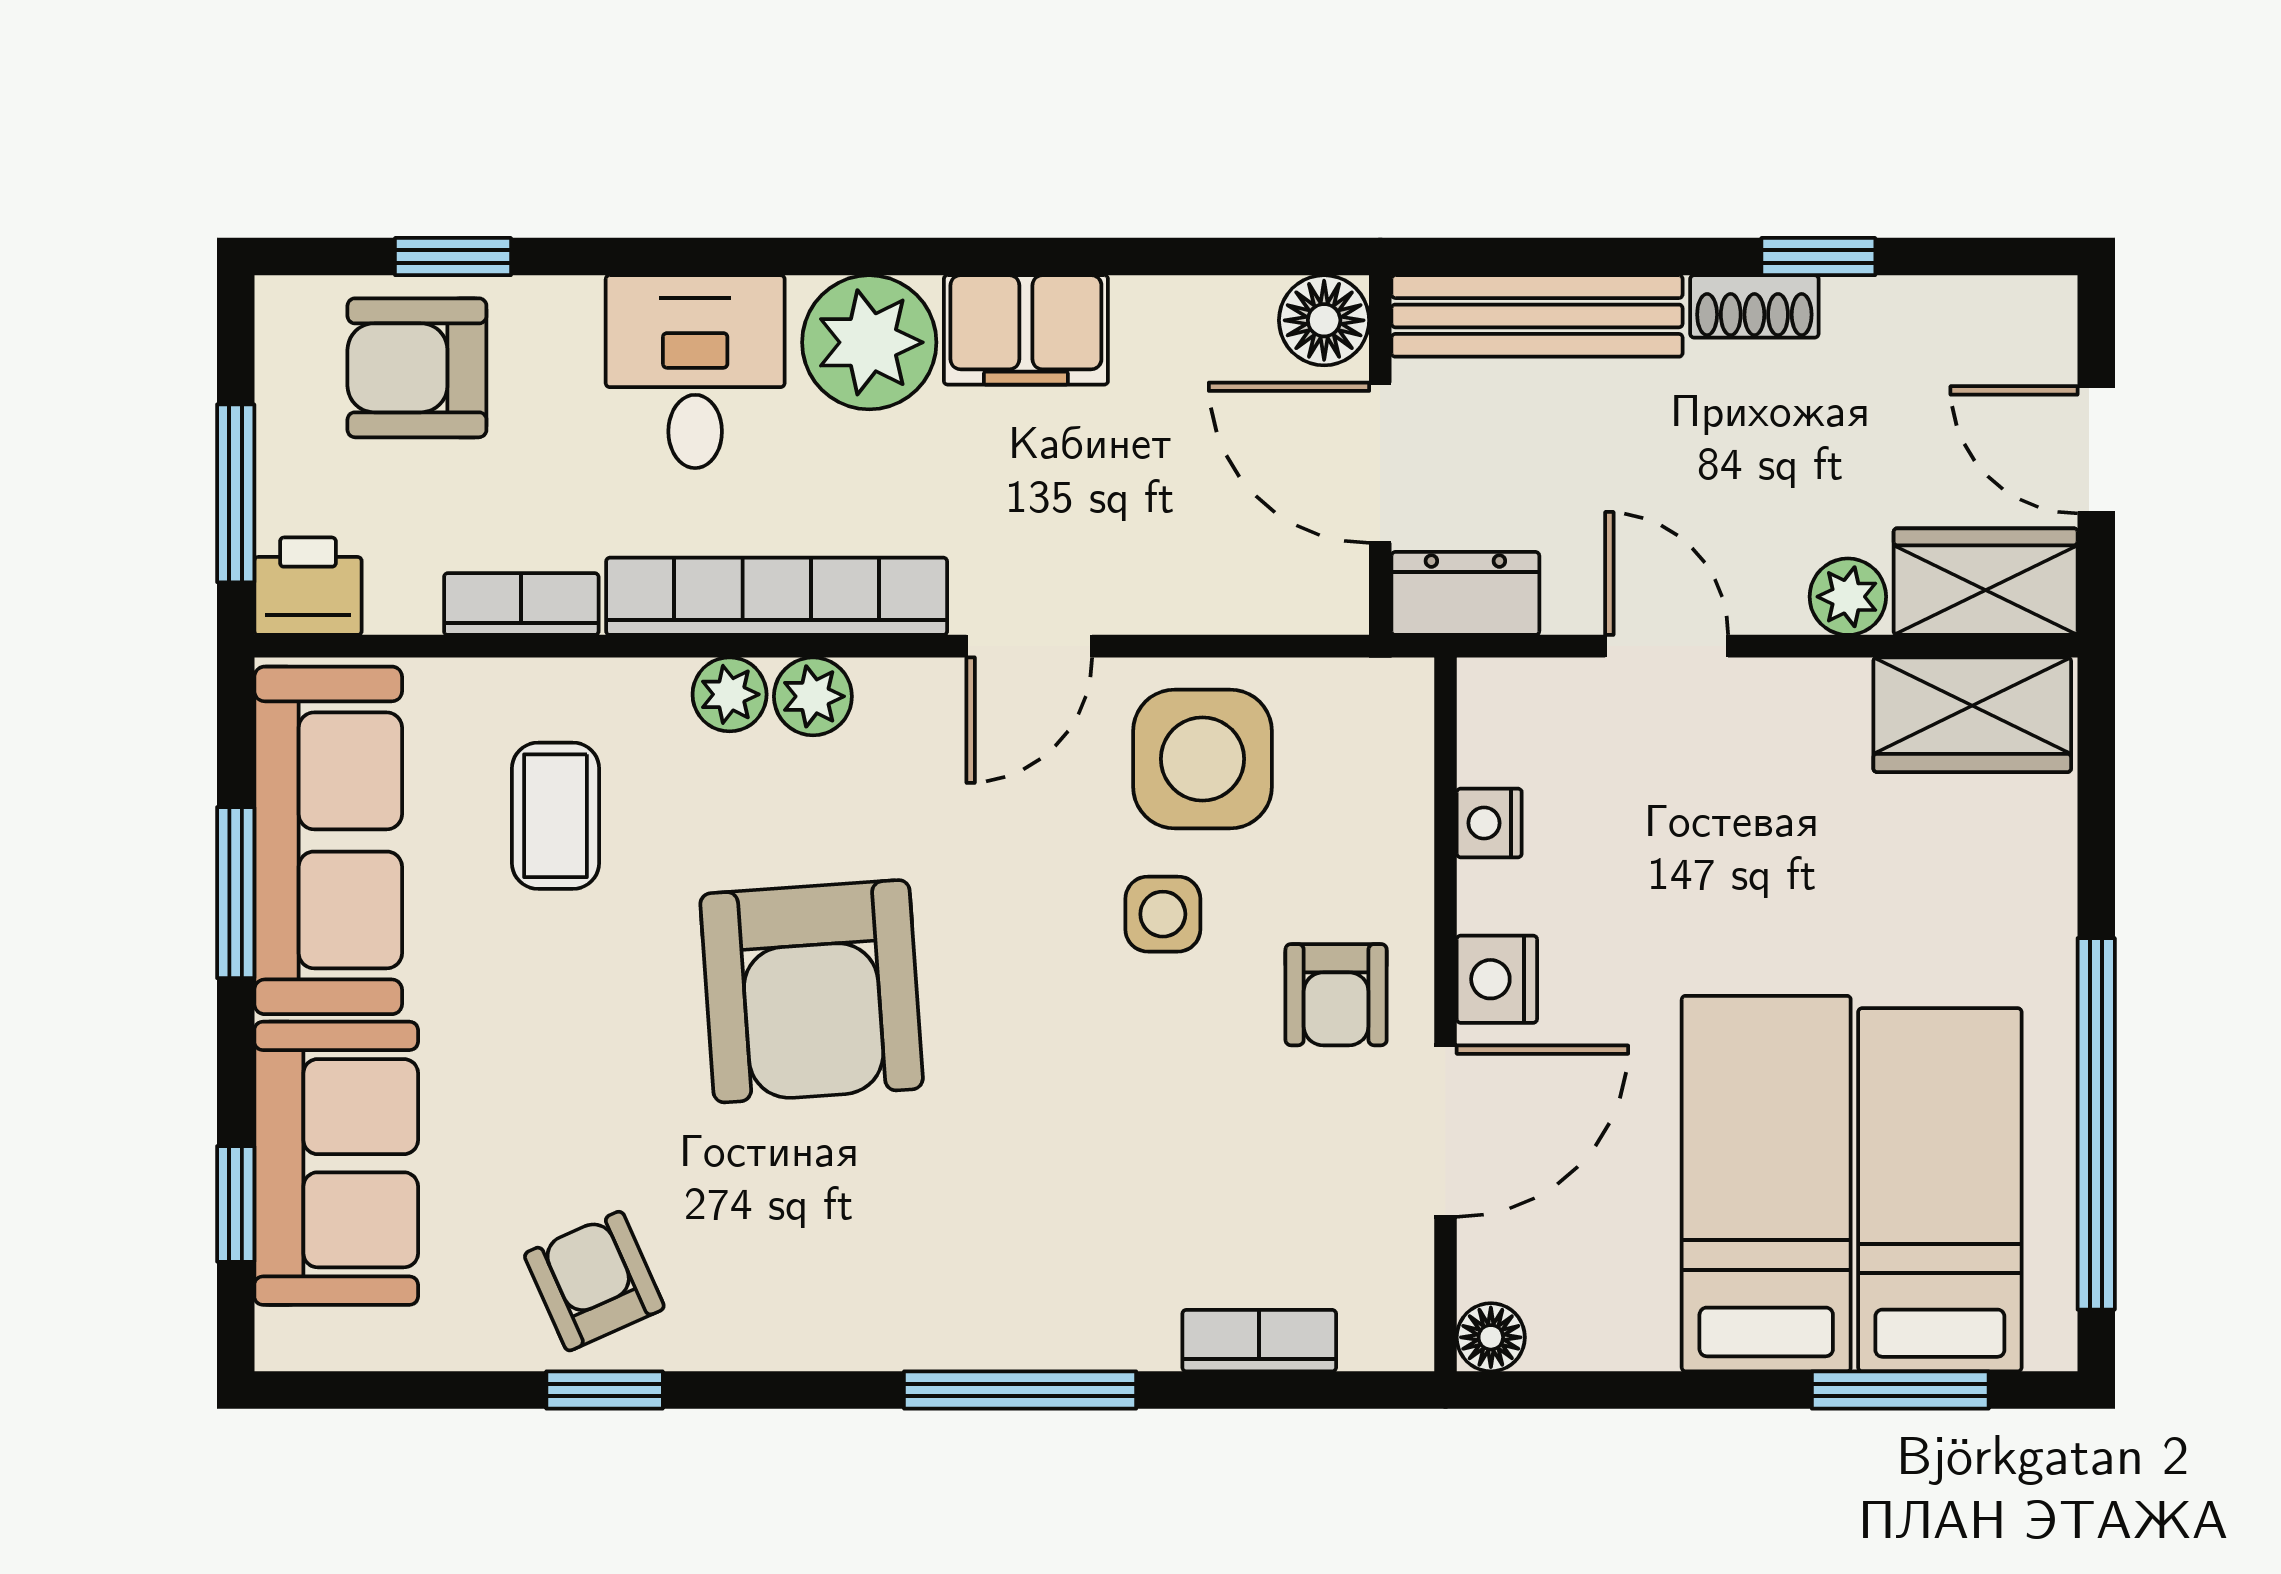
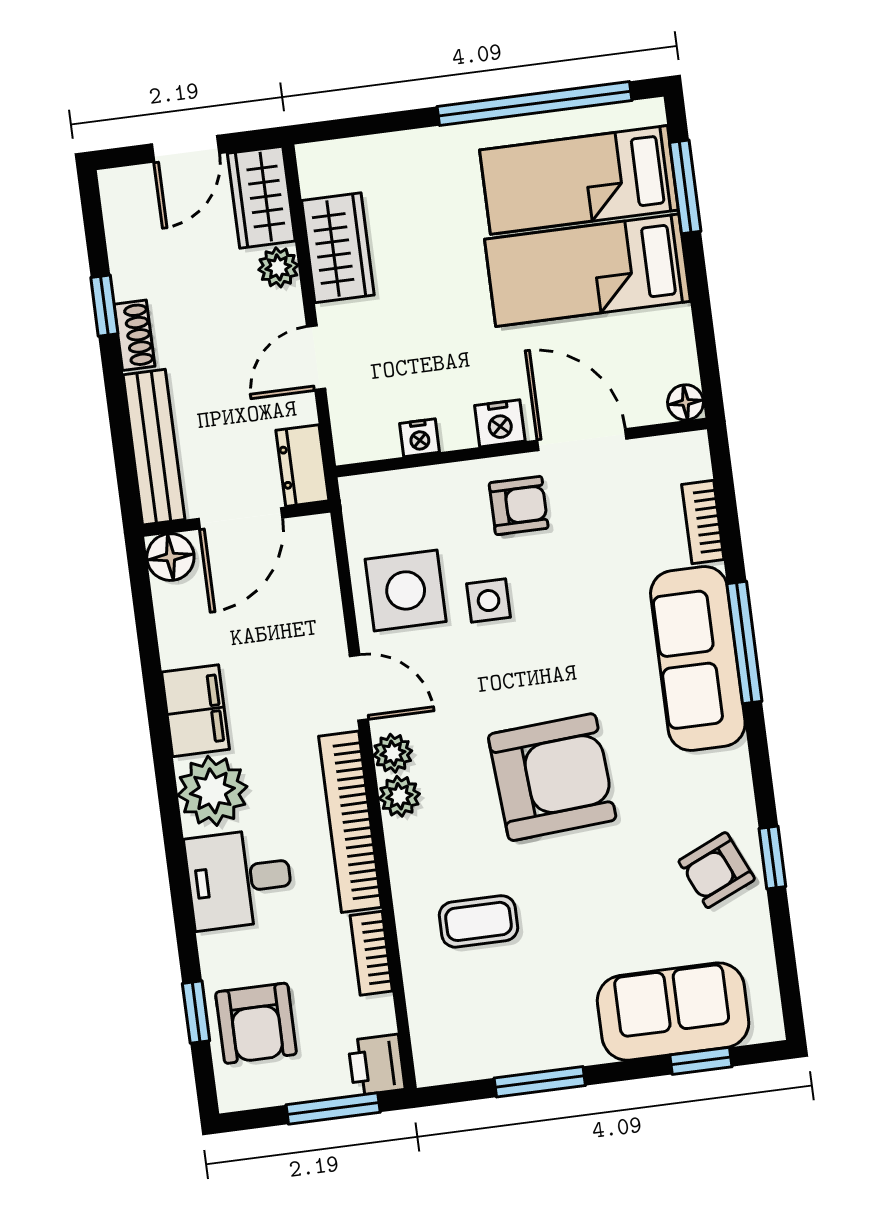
plant: (730, 694) -> (393, 753), moved
wardrobe: (1972, 715) -> (338, 248), moved
sofa: (328, 840) -> (698, 659), moved, turned -90

